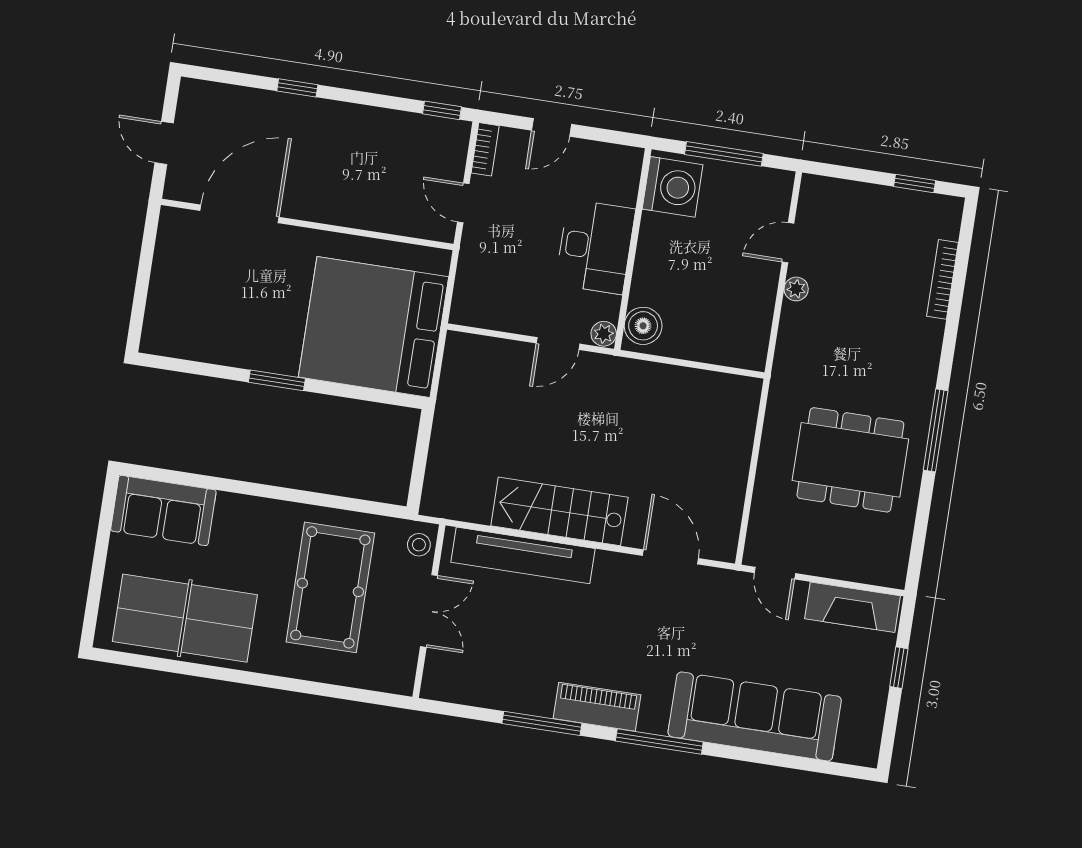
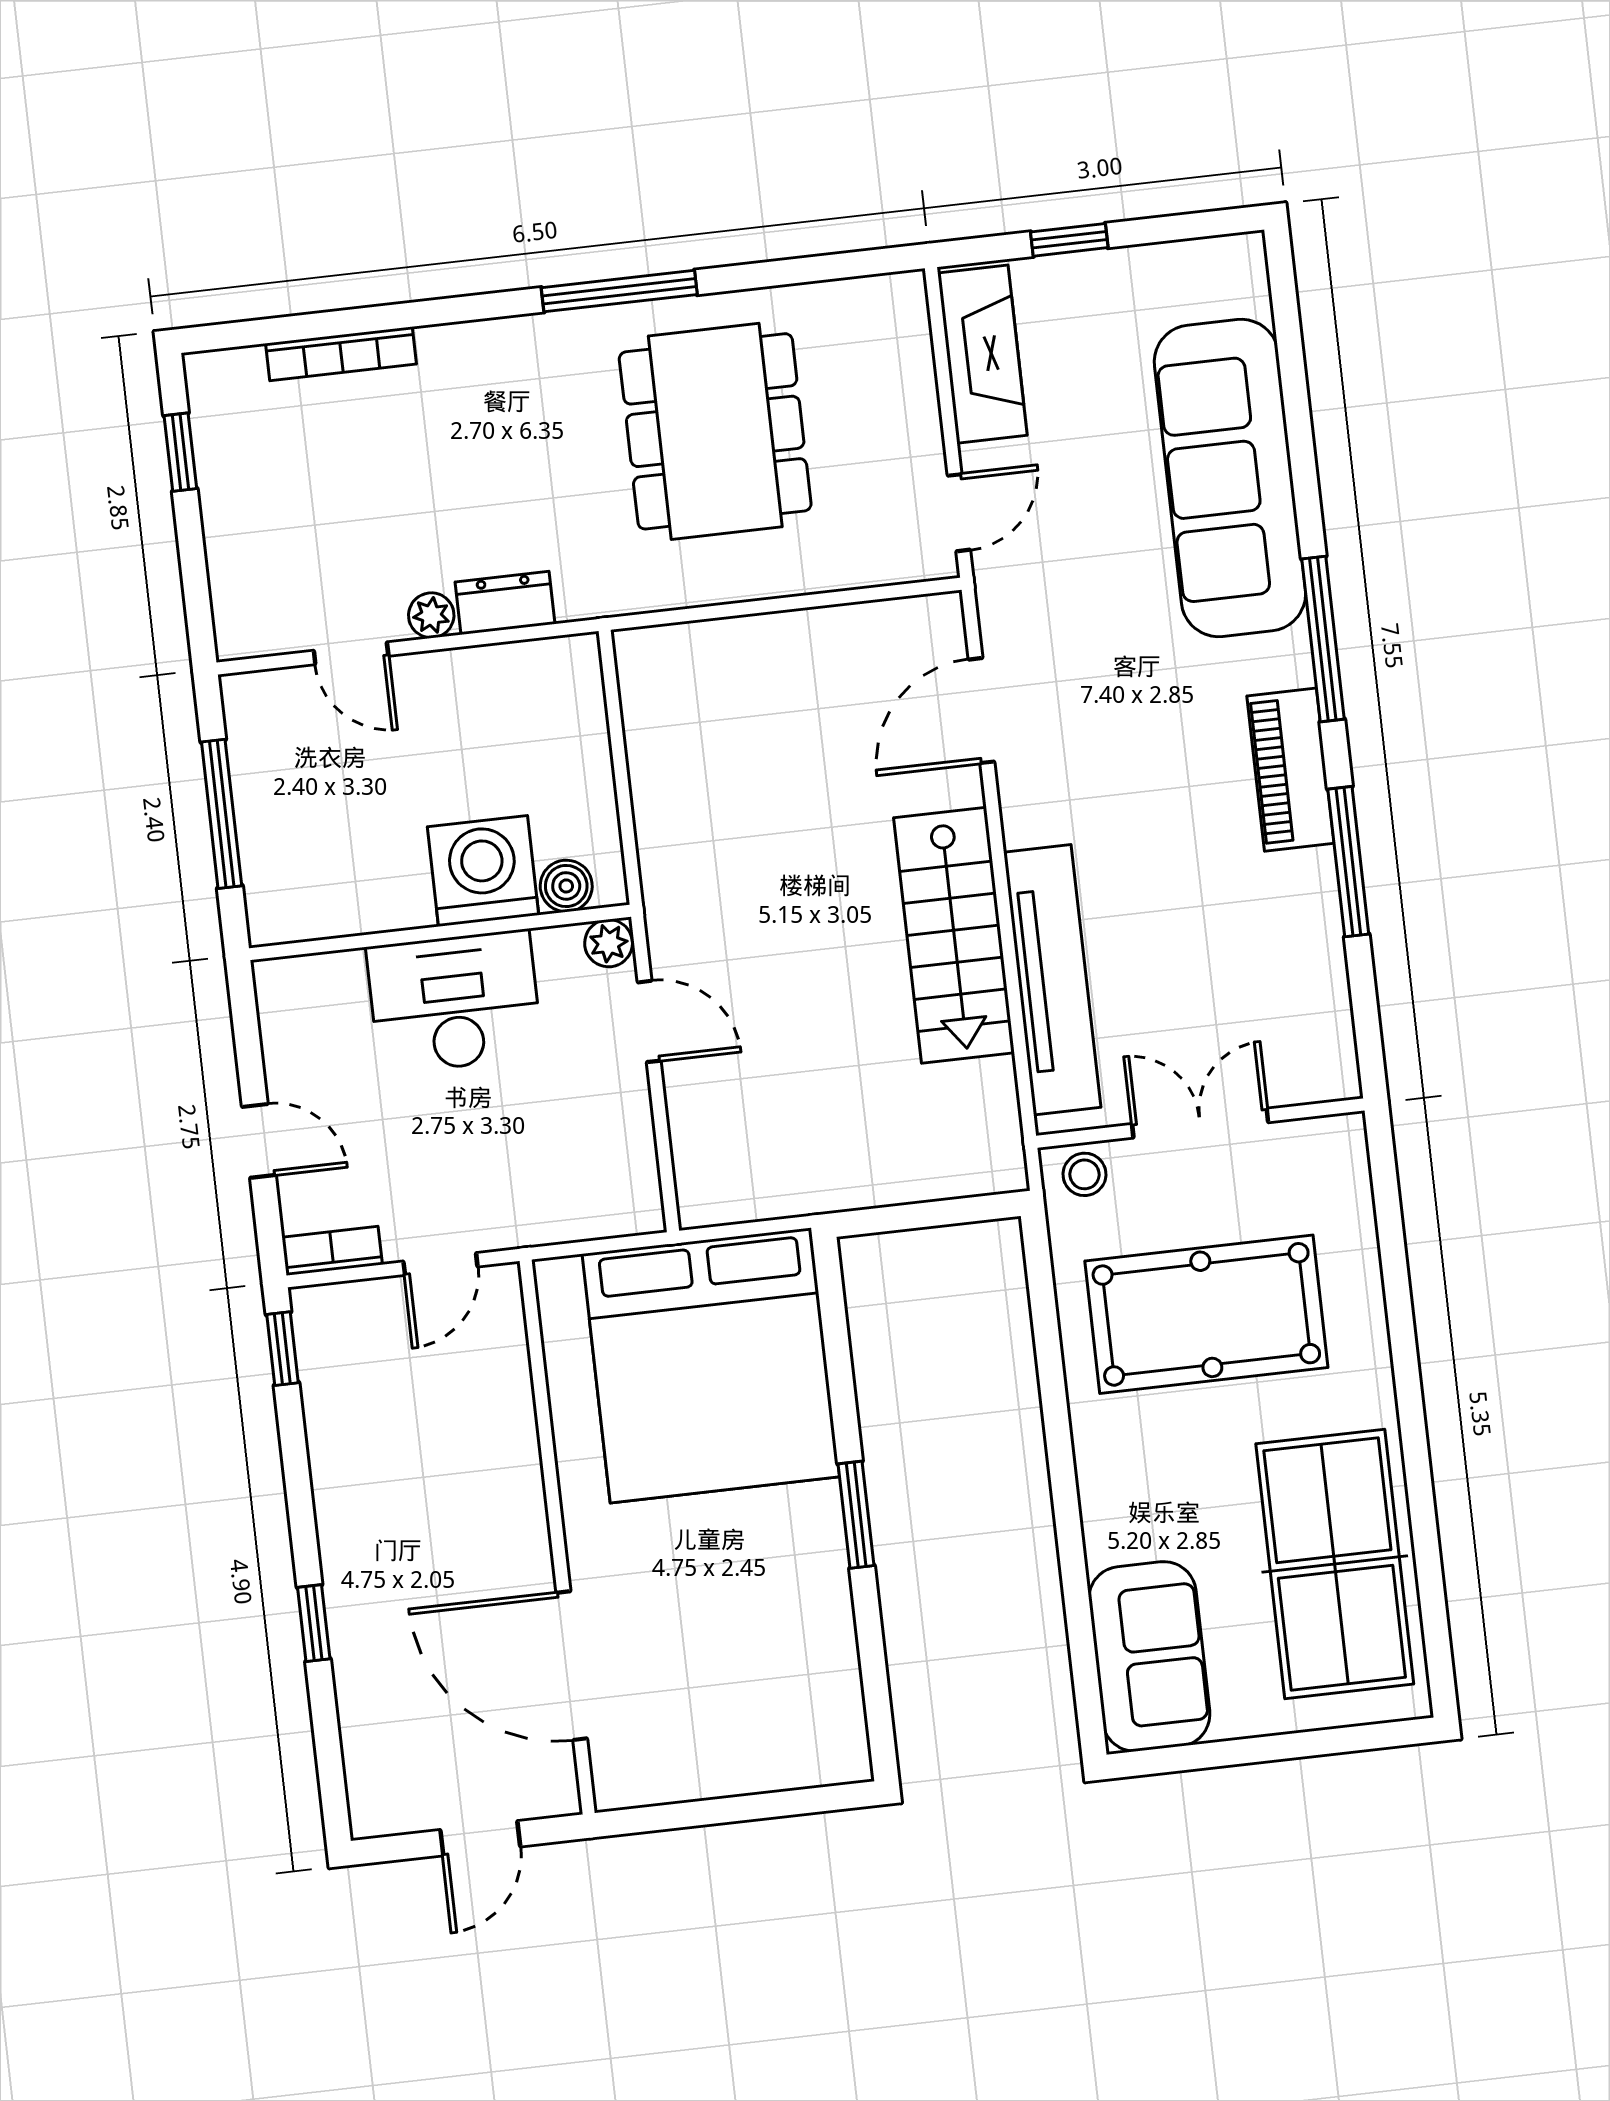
washing machine: (673, 187) -> (483, 871), moved
boiler: (643, 326) -> (566, 886), width x0.73, depth x0.73
dresser: (792, 328) -> (505, 603), added

